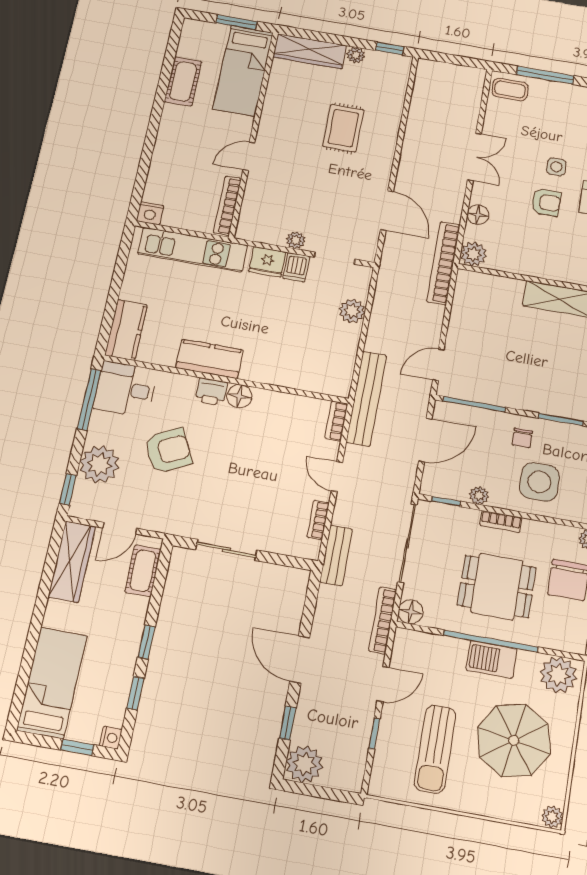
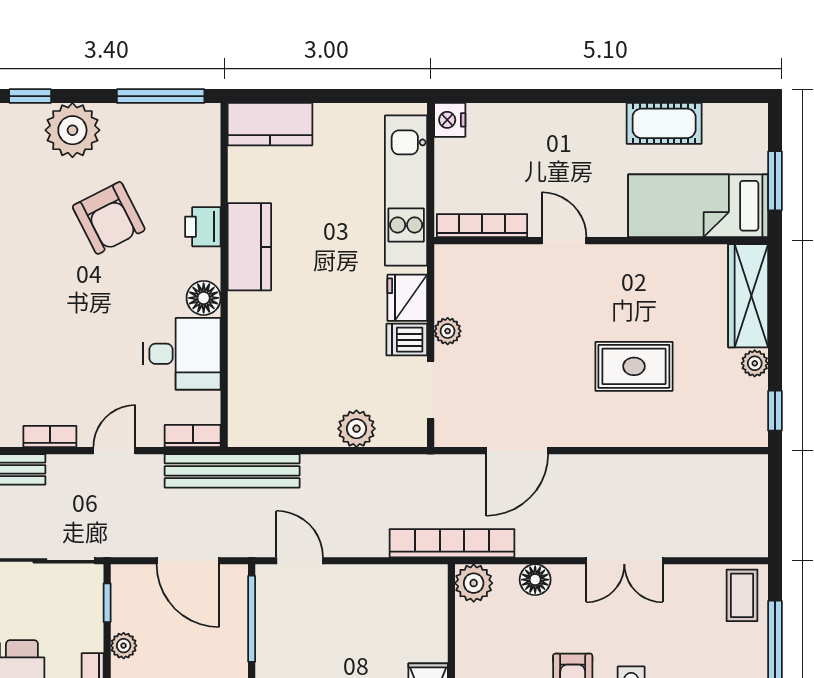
desk: (125, 389) -> (182, 354), moved, turned 90
printer: (211, 392) -> (203, 227), moved

